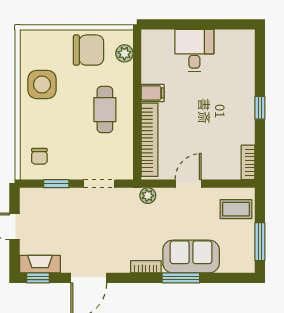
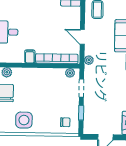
cafe table: (105, 110) -> (39, 84), removed
plant: (125, 163) -> (70, 73), added

